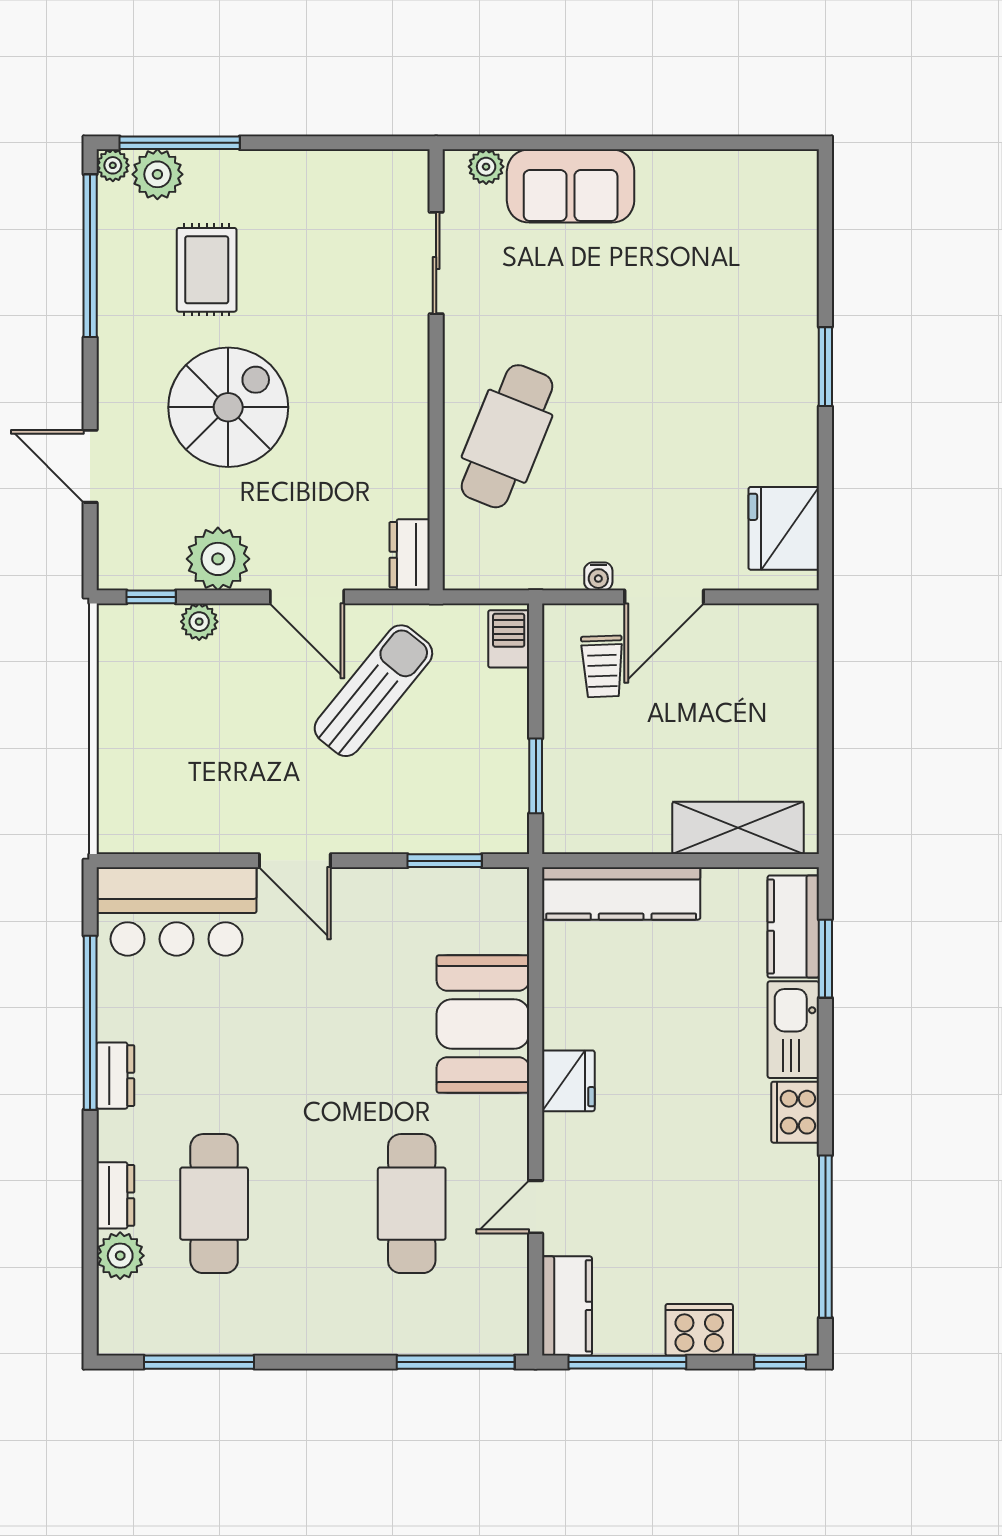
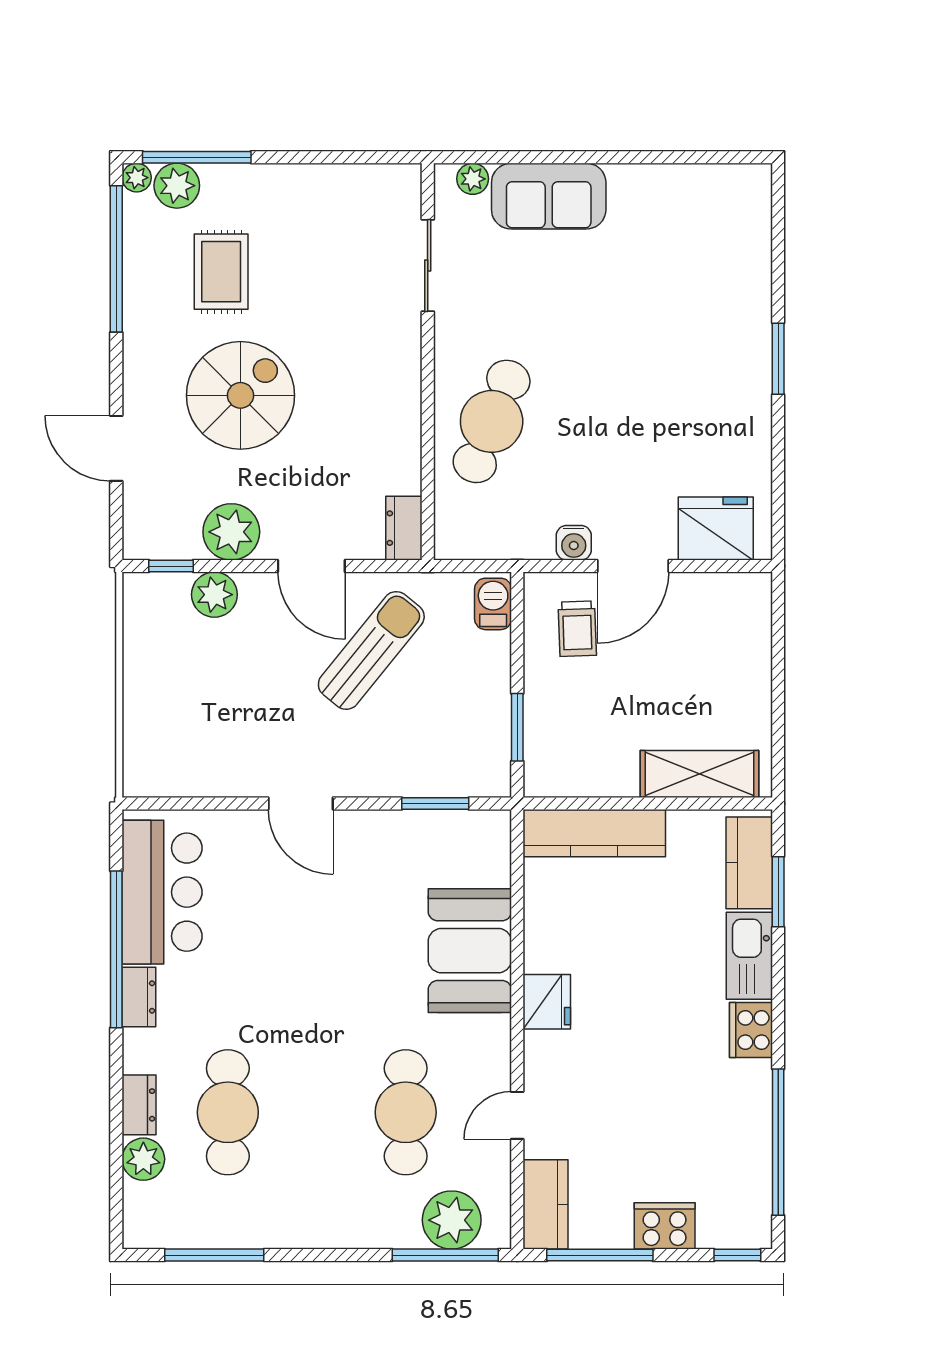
fridge: (784, 528) -> (716, 529), moved, turned 90
water cooler: (598, 576) -> (574, 543), width x1.38, depth x1.38
plant: (199, 622) -> (214, 595), width x1.38, depth x1.38
bar counter: (177, 911) -> (162, 892), moved, turned -90
plant: (463, 1323) -> (452, 1220), added

